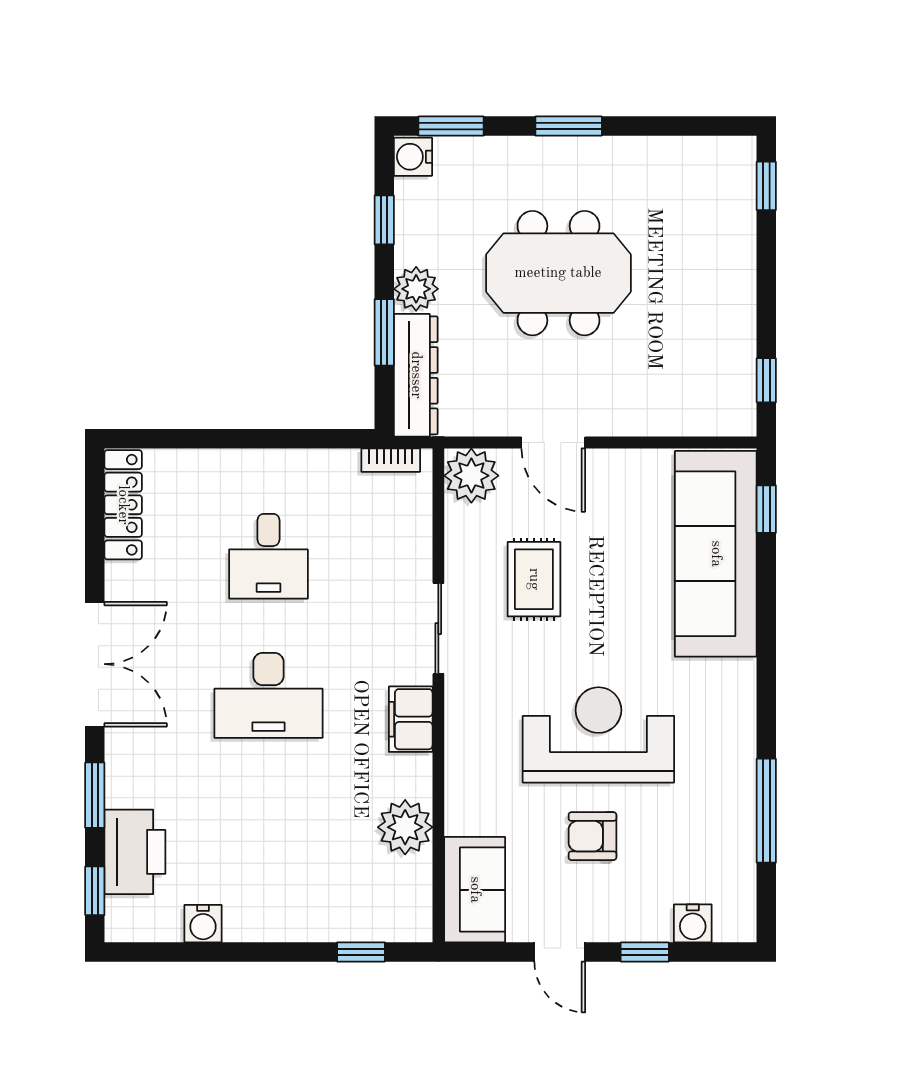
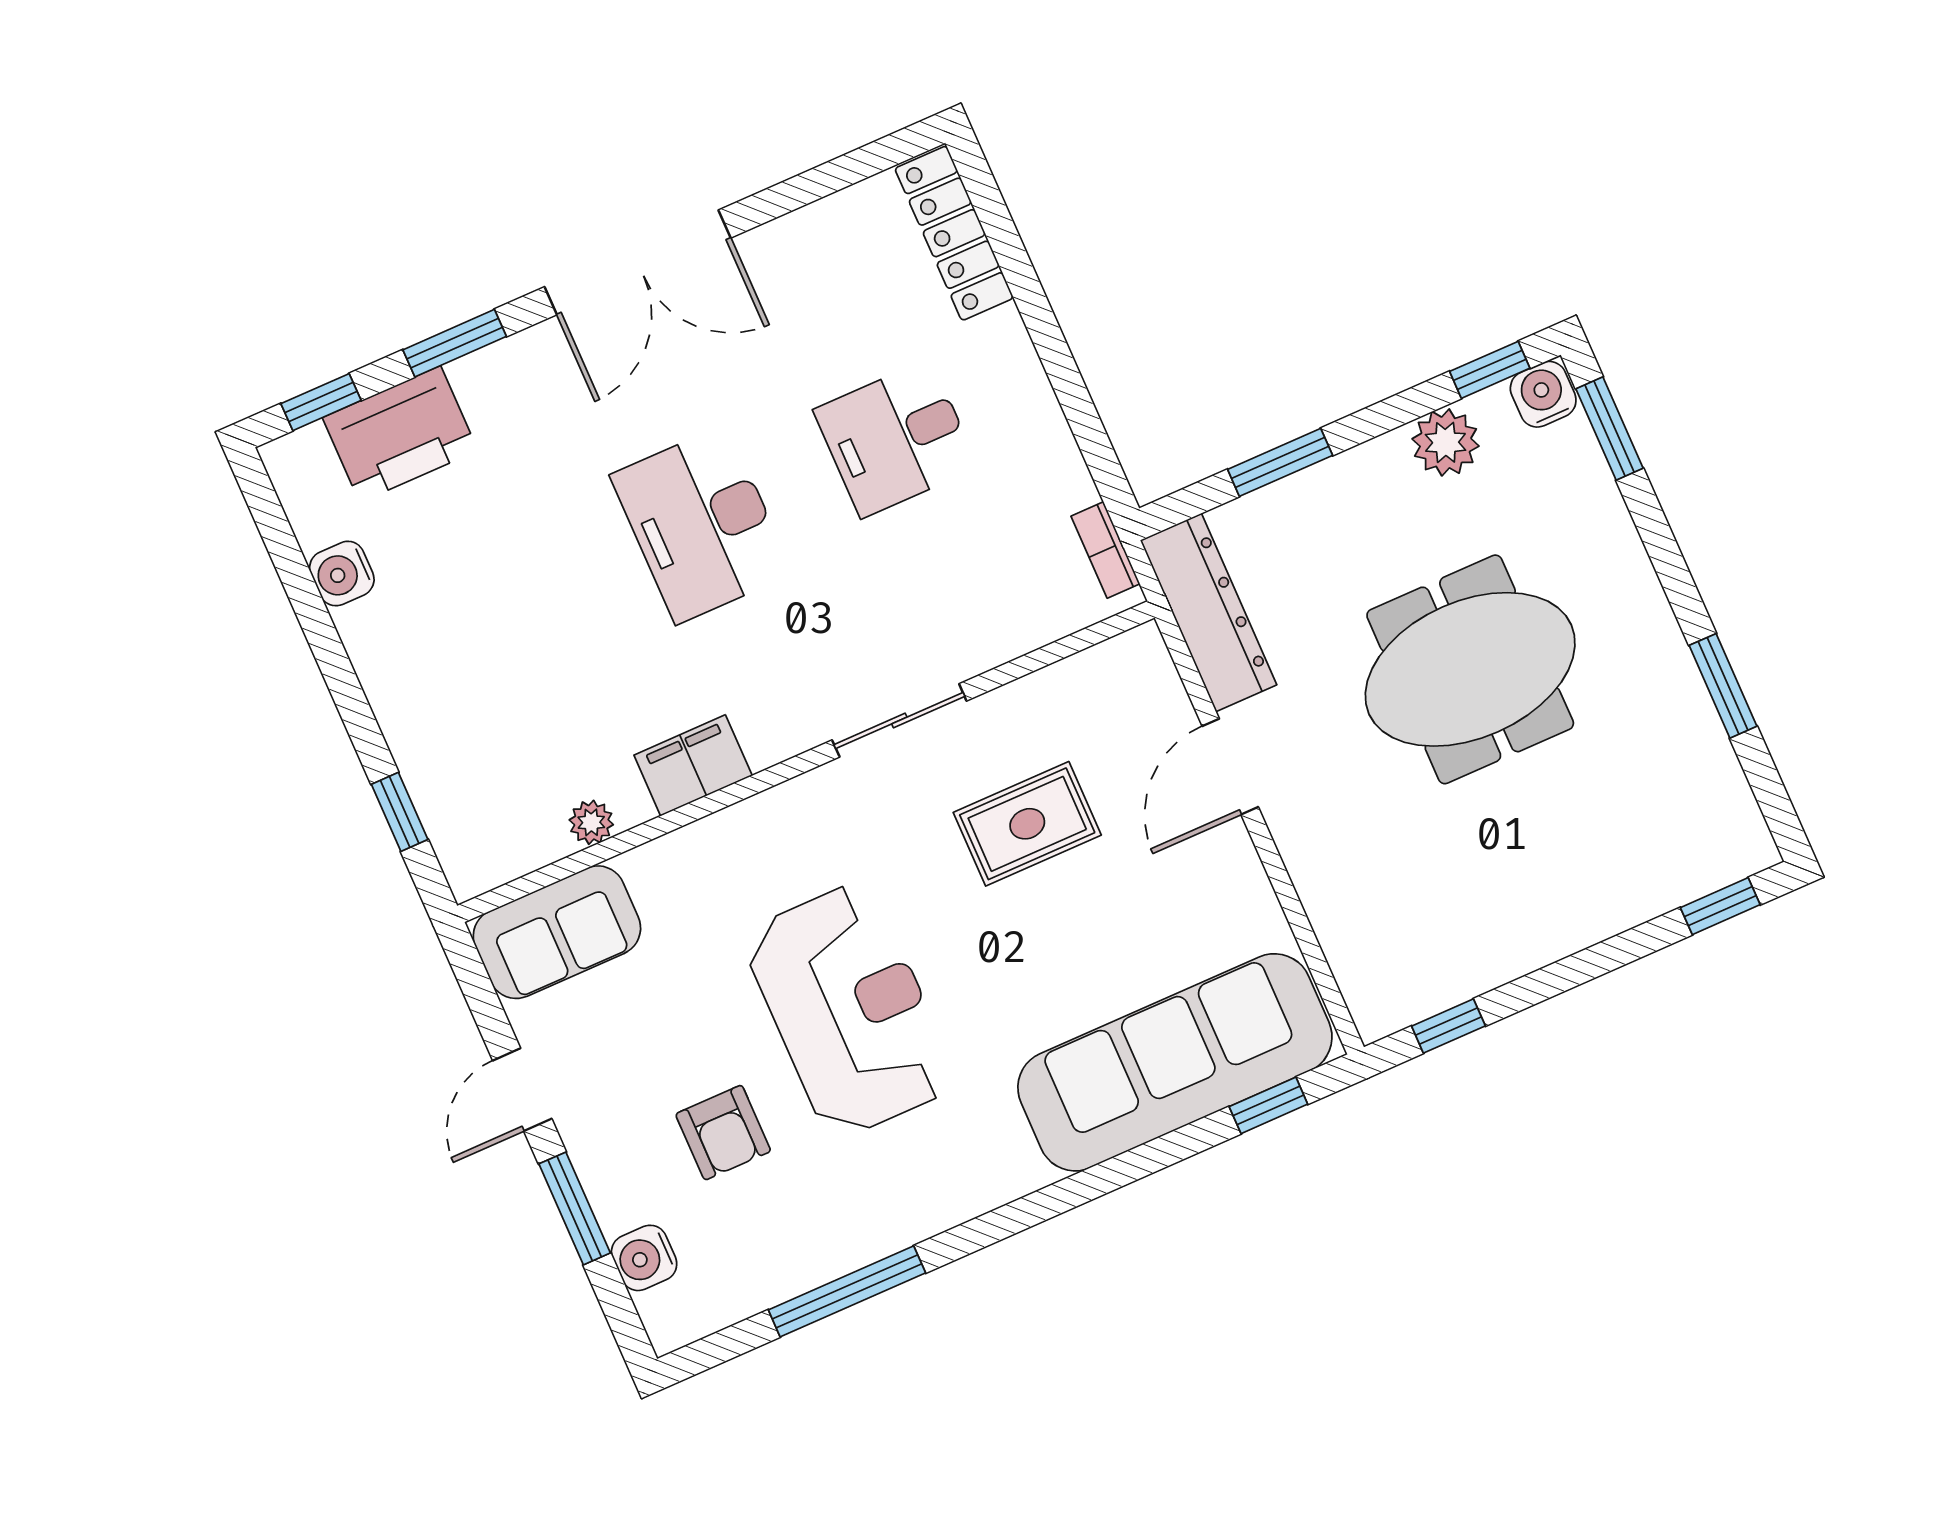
window: (569, 126) -> (1723, 686), moved
window: (384, 220) -> (1490, 370), moved
meeting table: (558, 273) -> (1470, 669), turned 90
plant: (416, 289) -> (1446, 442), moved
dresser: (416, 375) -> (1208, 612), moved, turned -90
plant: (471, 476) -> (1134, 672), removed
locker: (123, 505) -> (954, 233), moved, turned 90
filing cabinet: (411, 719) -> (693, 765), moved
plant: (405, 827) -> (591, 822), width x0.53, depth x0.53
armchair: (592, 836) -> (723, 1133), moved, turned 180
window: (645, 952) -> (575, 1208), width x1.50

